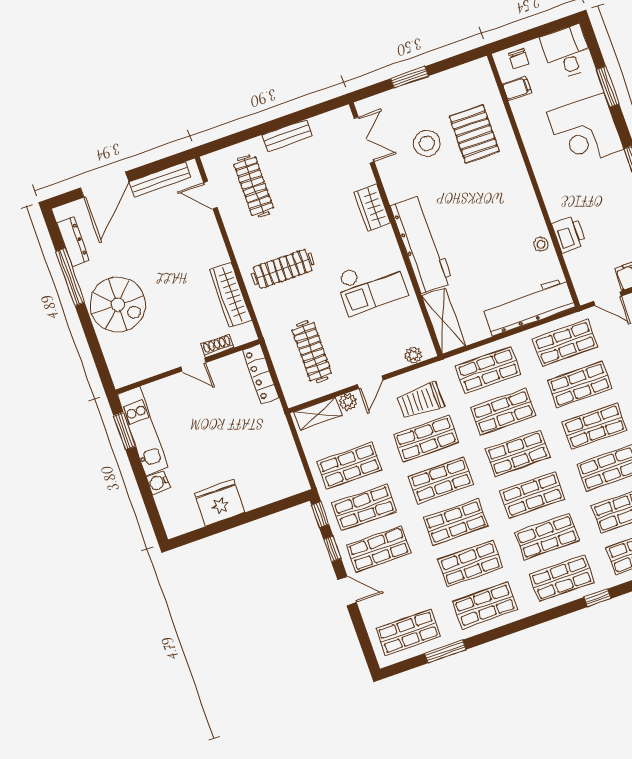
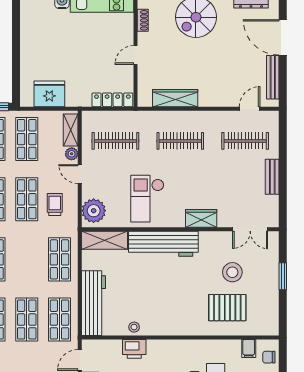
clothes rail: (283, 269) -> (180, 141), turned 90
shoe rack: (217, 346) -> (143, 20), moved
plant: (413, 355) -> (94, 211), width x1.88, depth x1.88
trolley: (420, 401) -> (55, 204), width x0.73, depth x0.72
shop shelf: (503, 412) -> (27, 259), removed
fridge: (219, 503) -> (49, 94), moved, turned -90

